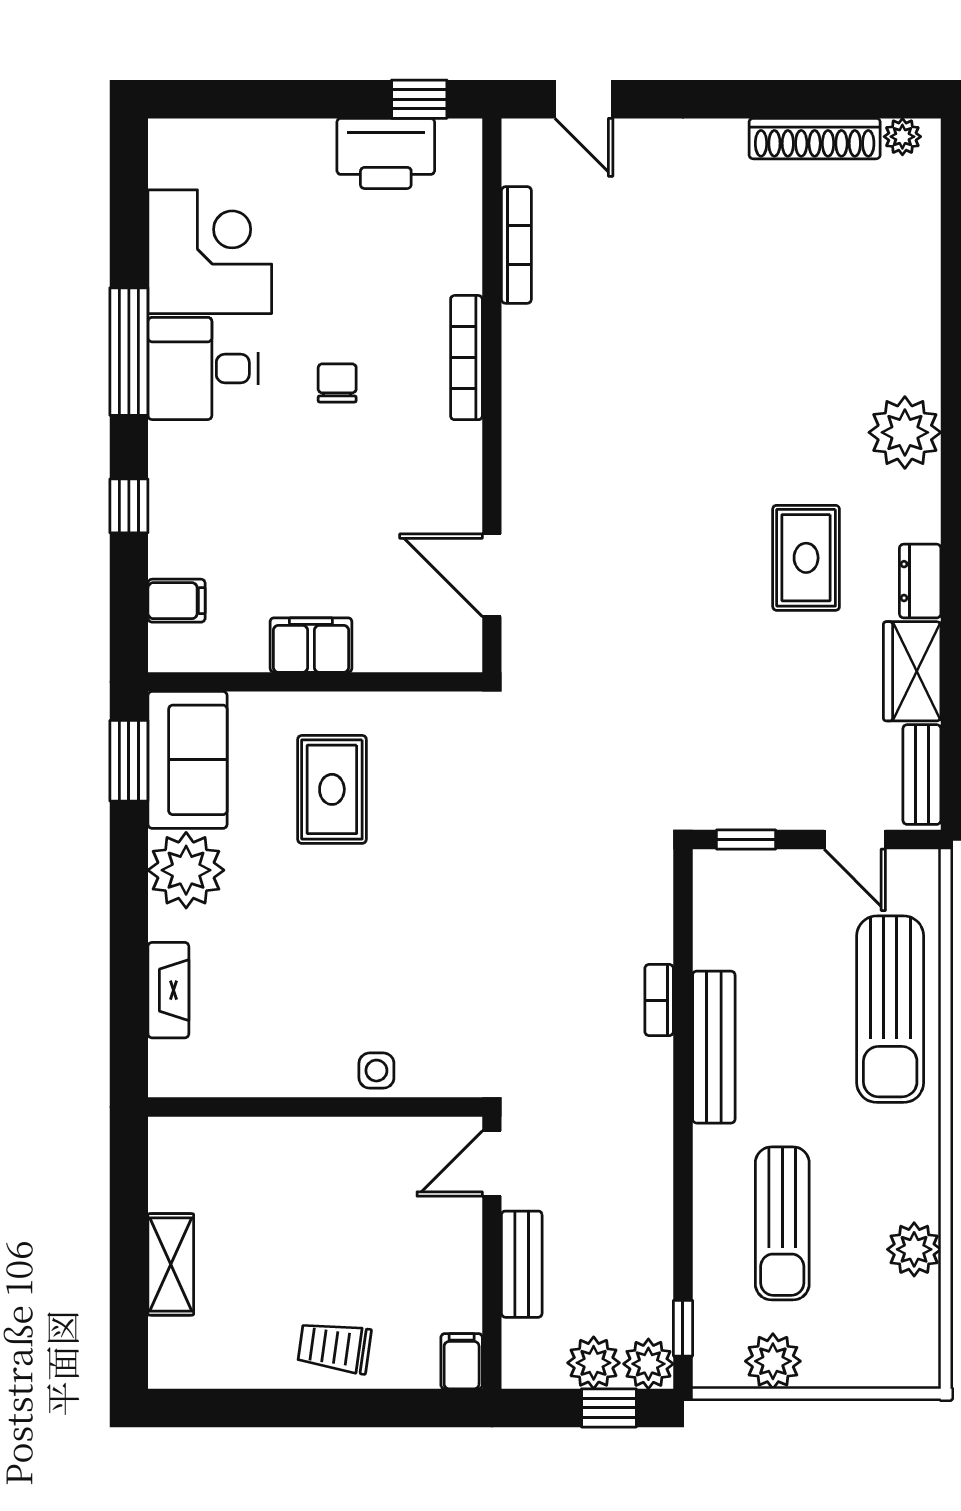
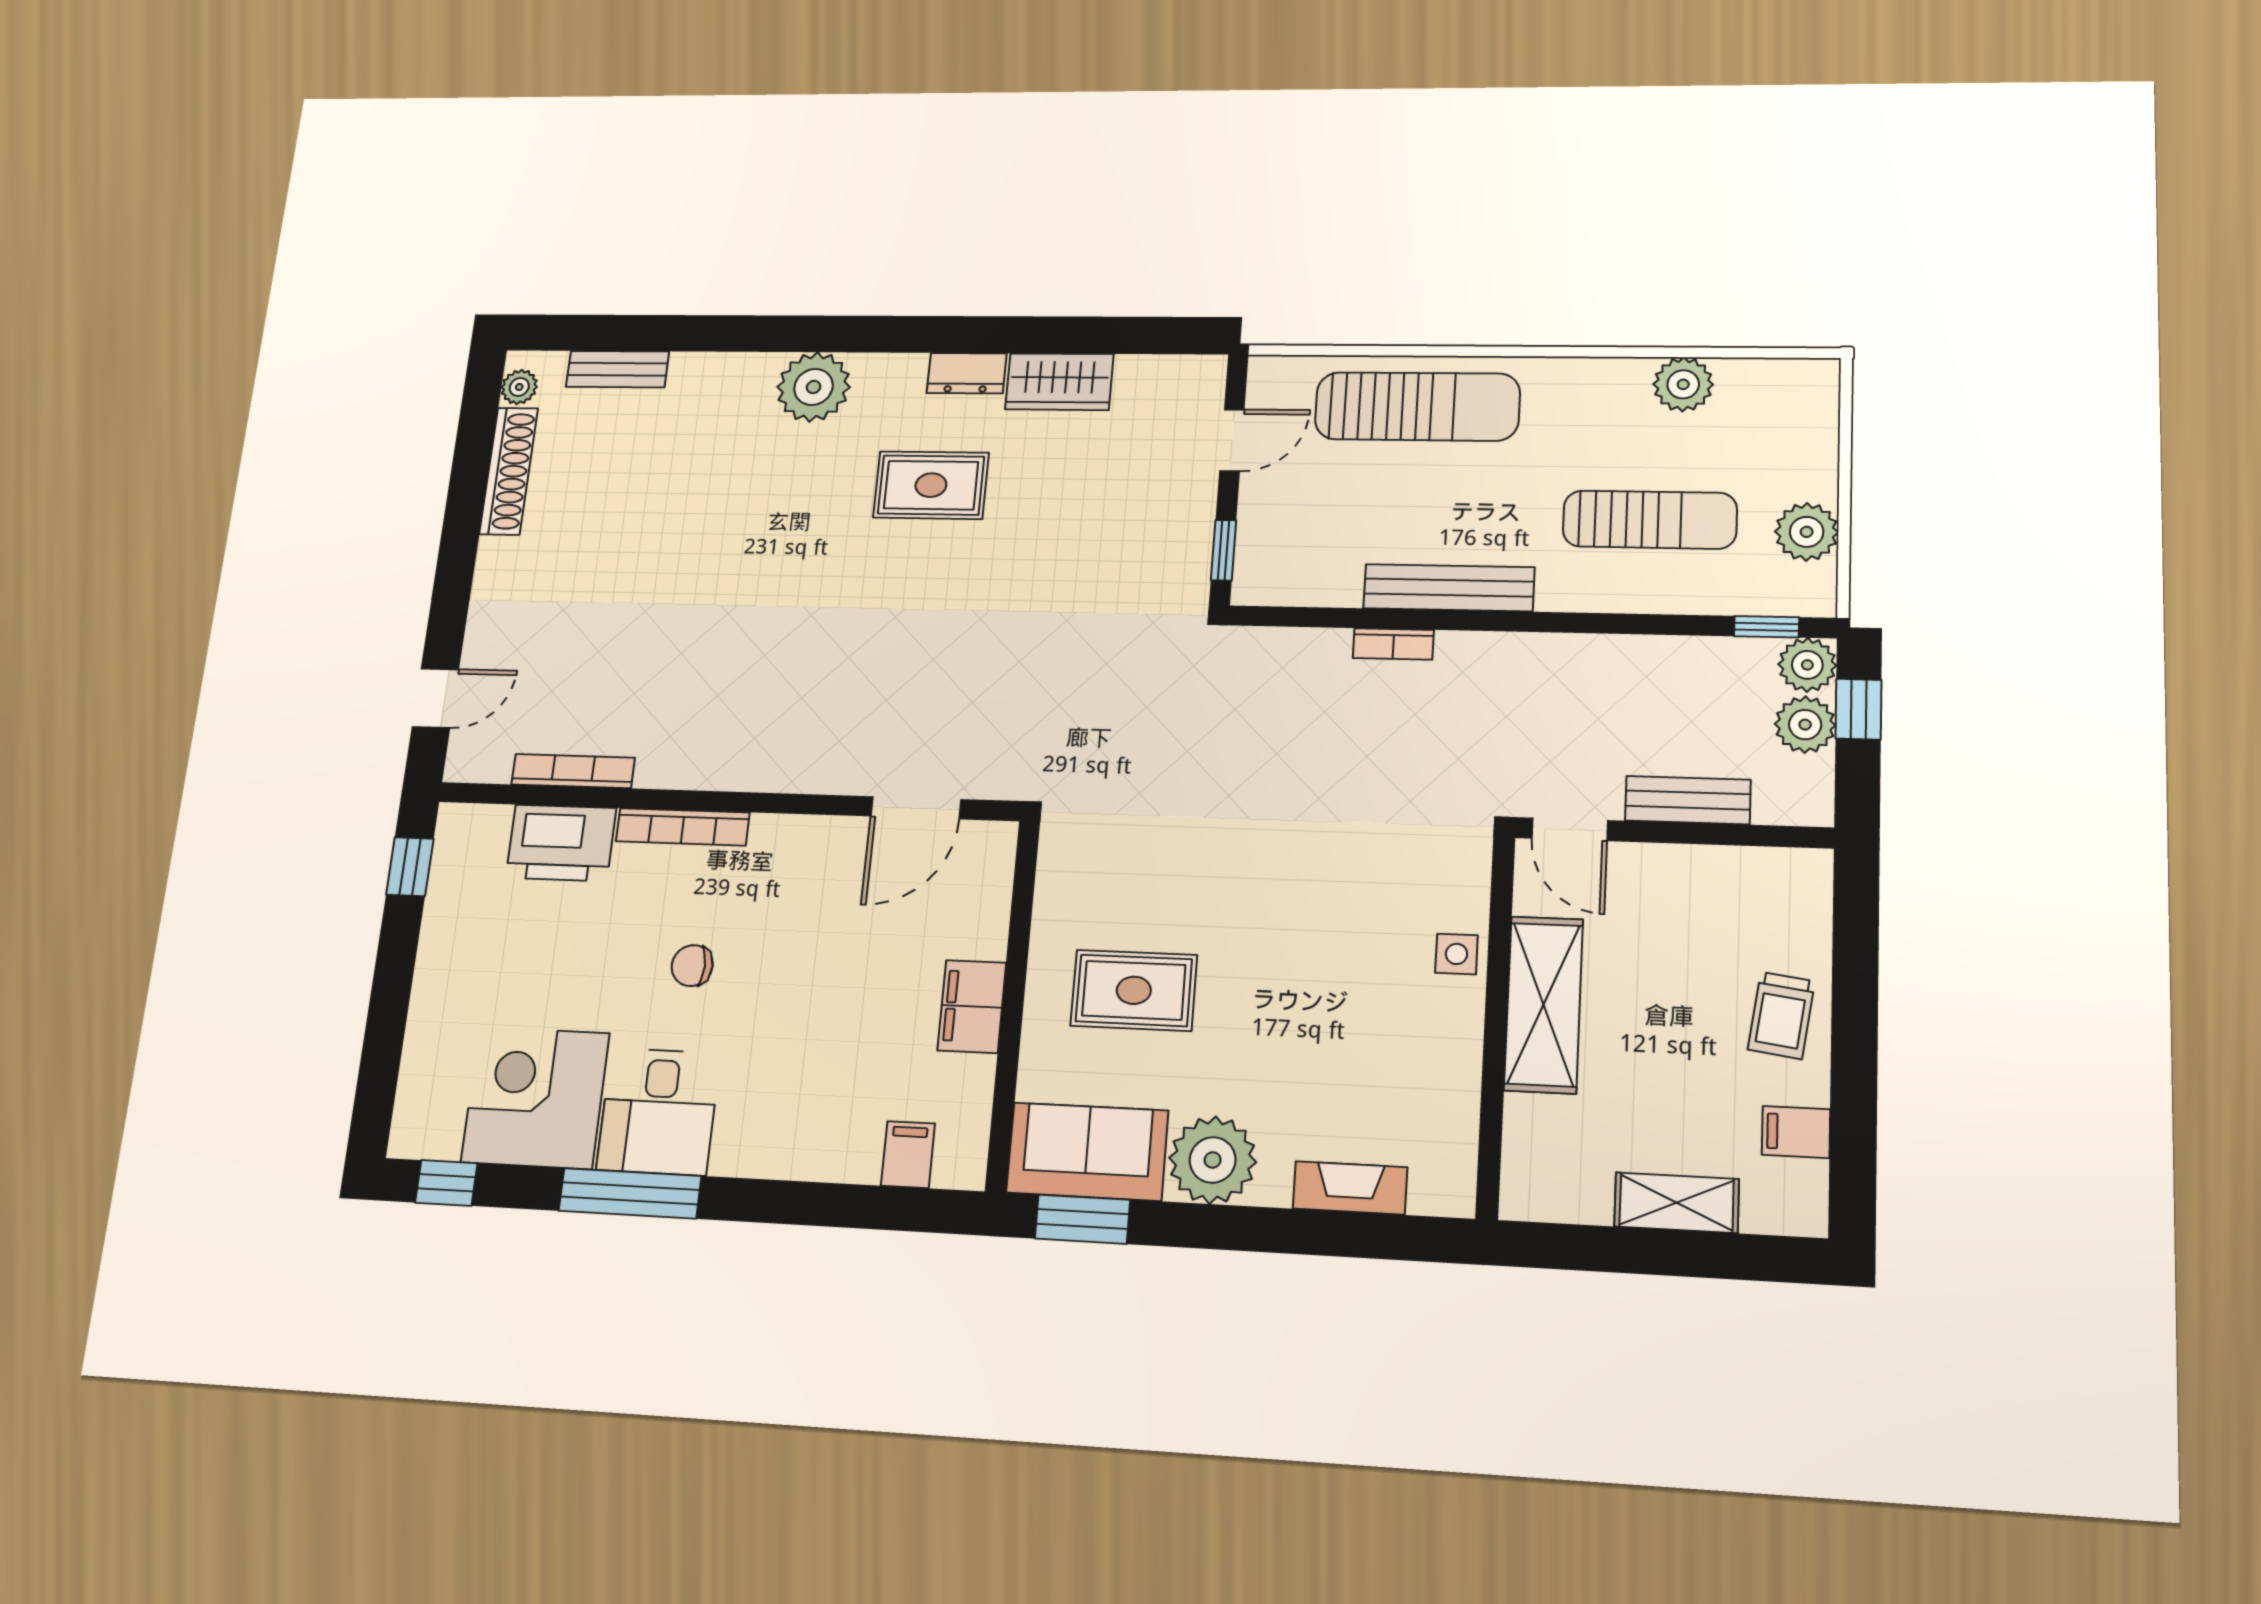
printer: (386, 153) -> (561, 843), moved, turned 90
window: (129, 506) -> (446, 1183), moved
bench: (922, 775) -> (618, 369), moved
shelving: (335, 1147) -> (1544, 1004), added
filing cabinet: (462, 1361) -> (1796, 1132), moved

